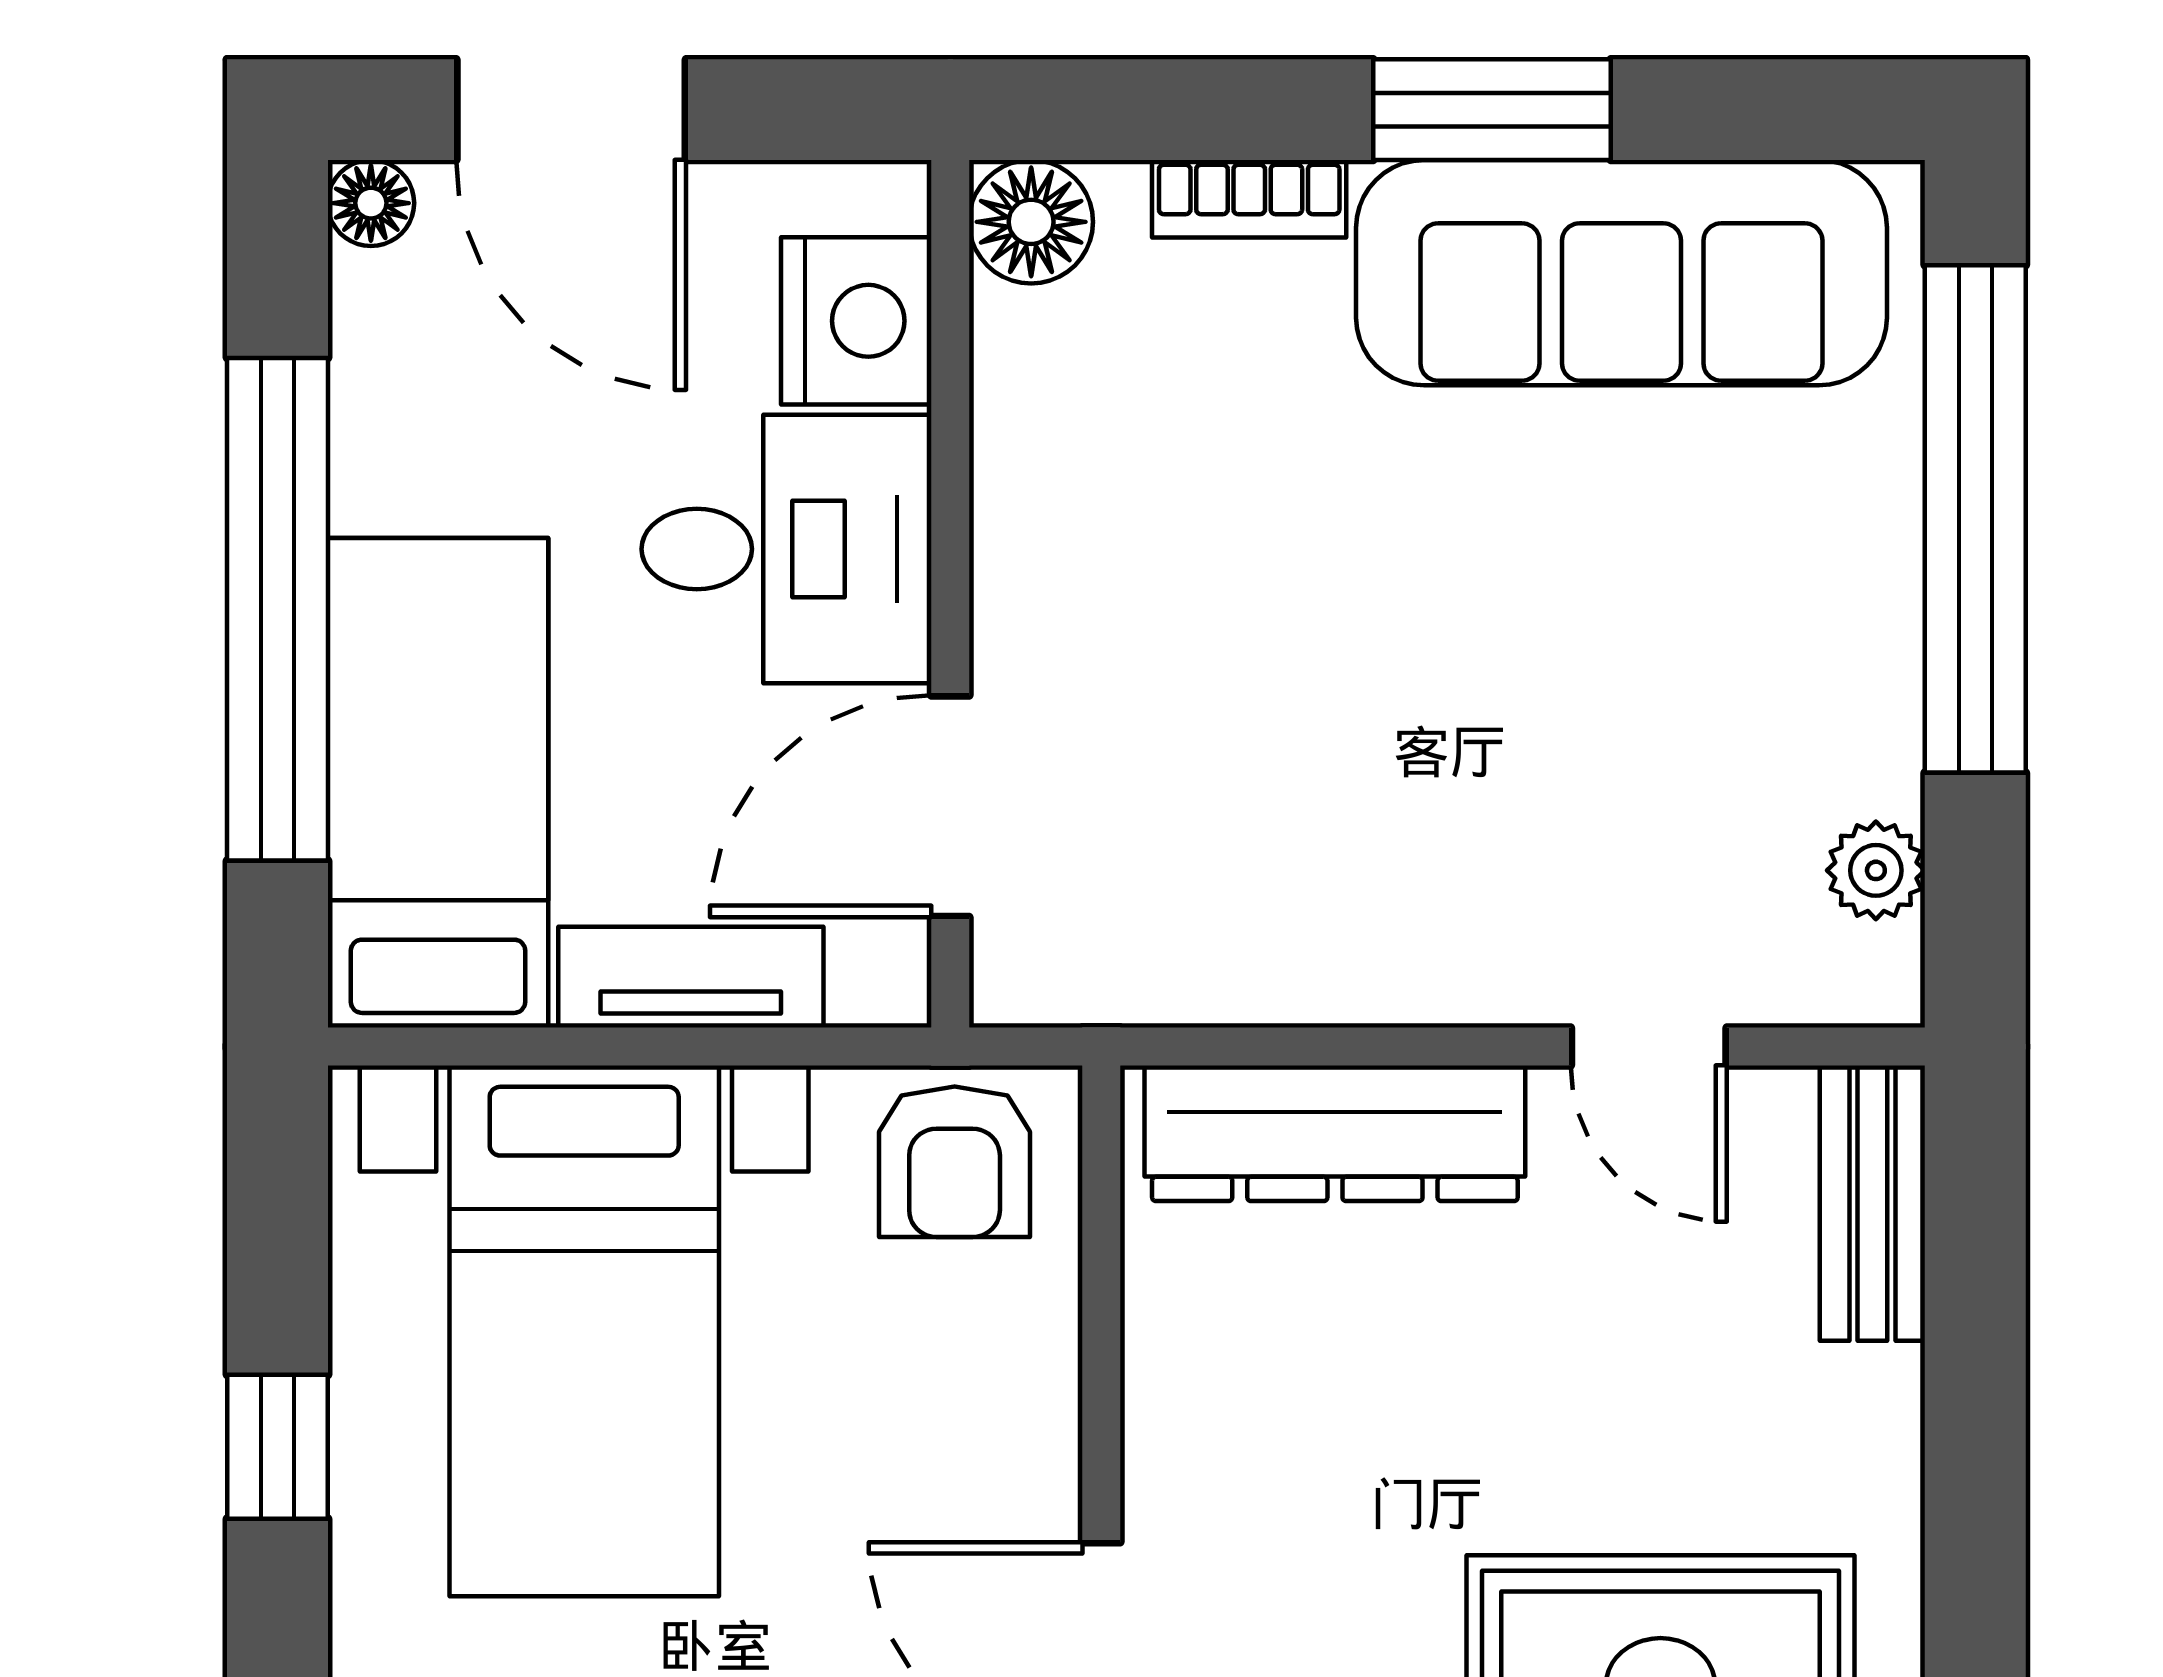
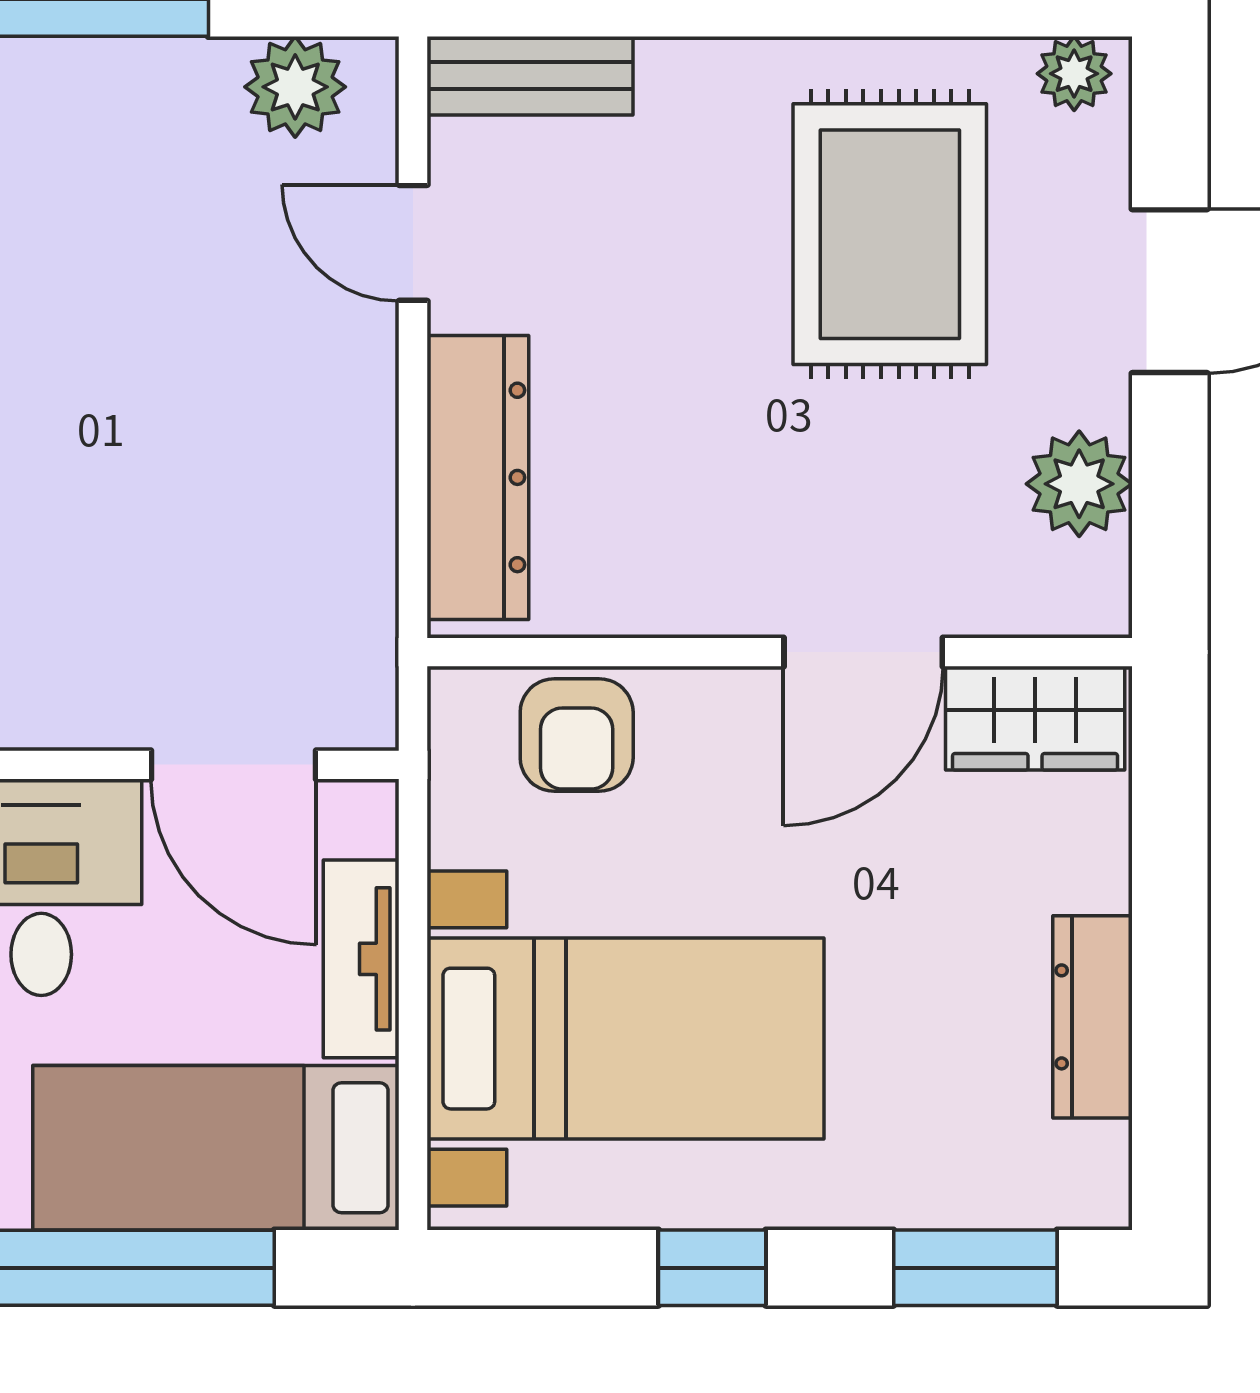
plant: (1876, 870) -> (295, 87), width x1.38, depth x1.38
door: (1649, 1047) -> (413, 243), swing flipped
armchair: (955, 1162) -> (577, 735), moved, turned 90

